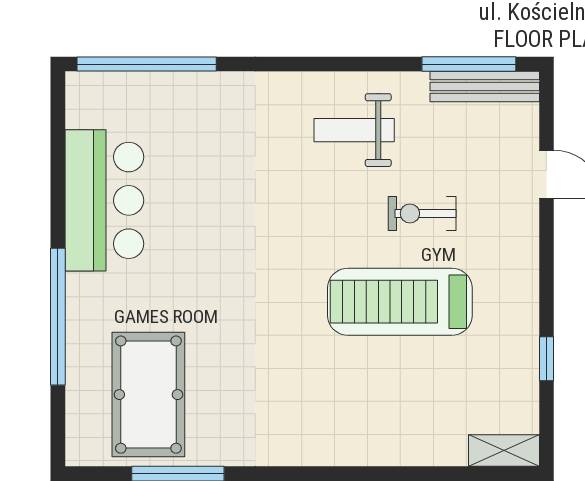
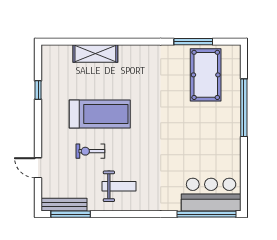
bar counter: (104, 200) -> (211, 195), moved, turned 90
exercise bike: (422, 213) -> (90, 151), turned 180
shelving: (504, 451) -> (95, 54), moved, width x1.50, depth x1.33

